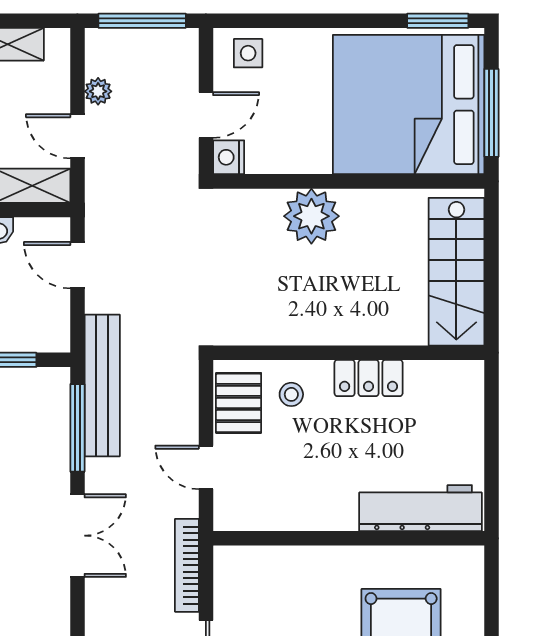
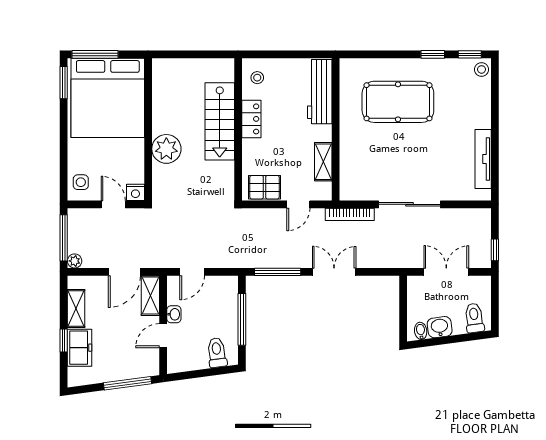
plant: (98, 91) -> (75, 261), moved
window: (491, 113) -> (95, 54), moved
door: (77, 136) -> (124, 272), width x1.38
stairs: (456, 272) -> (220, 121), moved, turned 90
bench: (102, 386) -> (255, 259), removed
stool: (291, 394) -> (257, 78), moved
shelving: (287, 515) -> (323, 162), added

